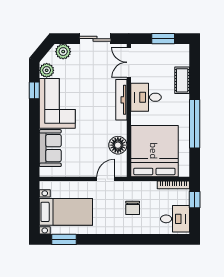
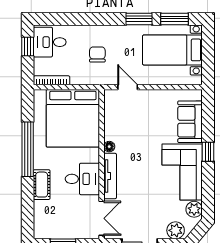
cot: (182, 80) -> (42, 185), moved
window: (34, 90) -> (208, 152), moved
floor lamp: (118, 145) -> (109, 147), moved, width x0.53, depth x0.53
door: (106, 179) -> (128, 87), swing flipped
window: (195, 200) -> (28, 47), moved
window: (96, 239) -> (139, 19), added

